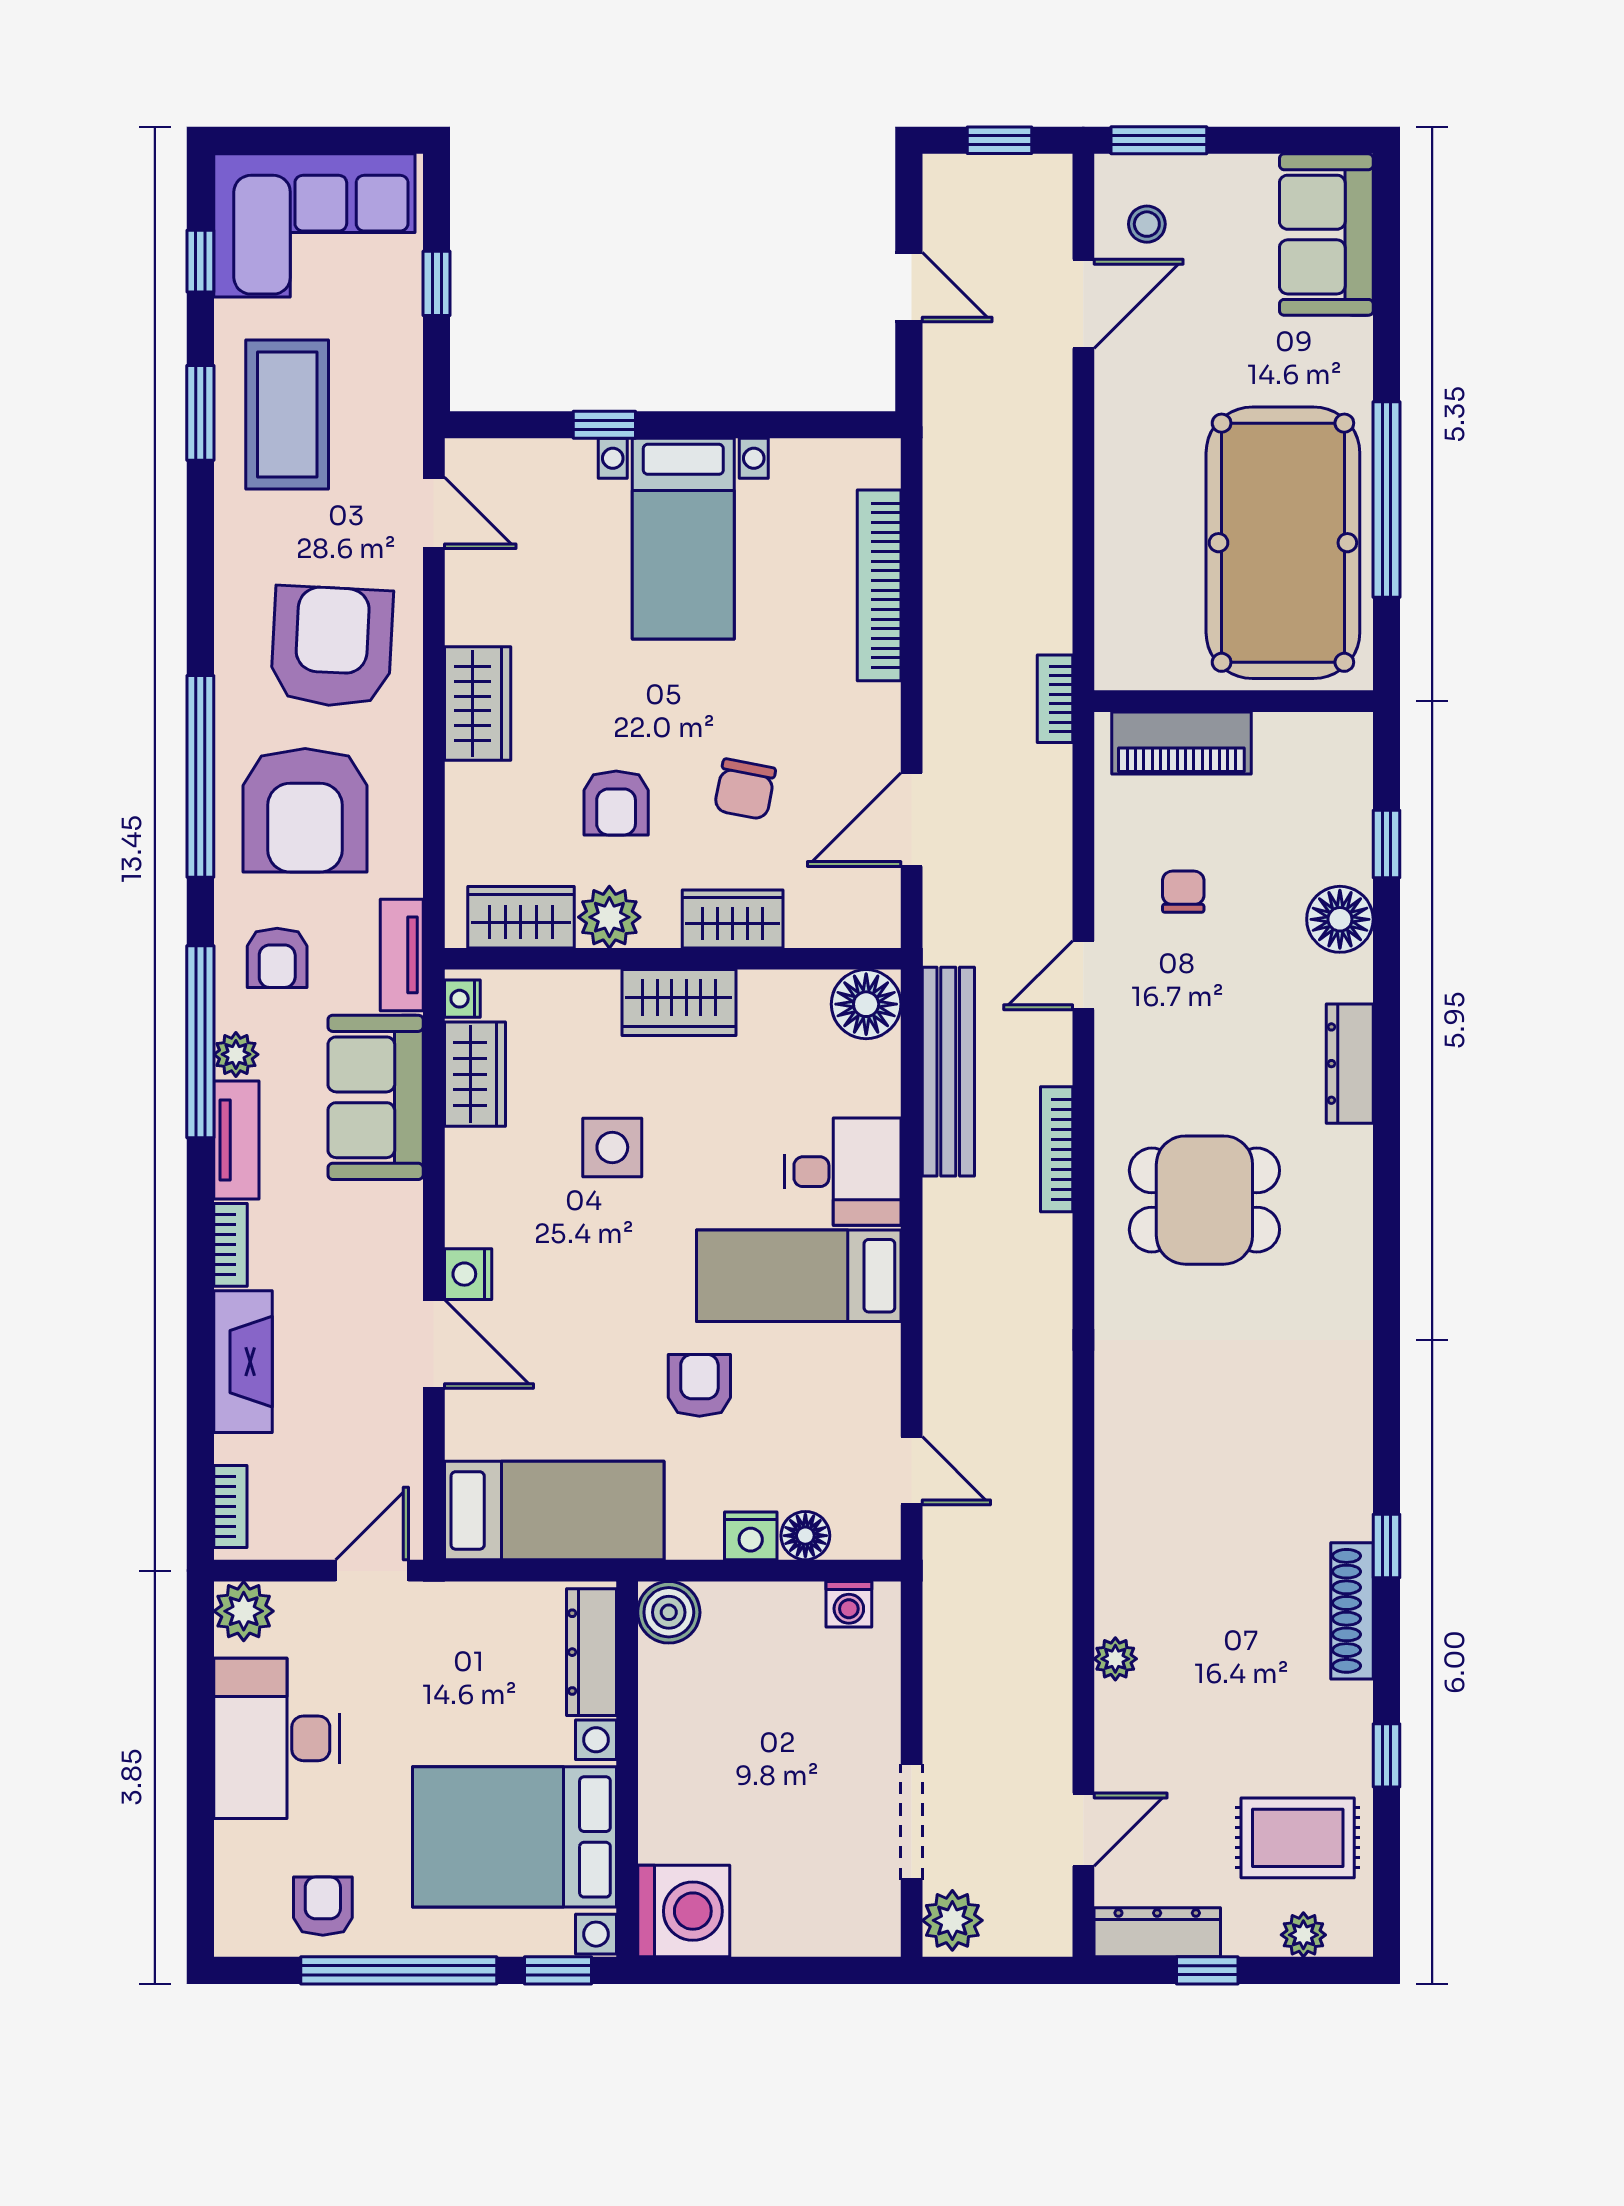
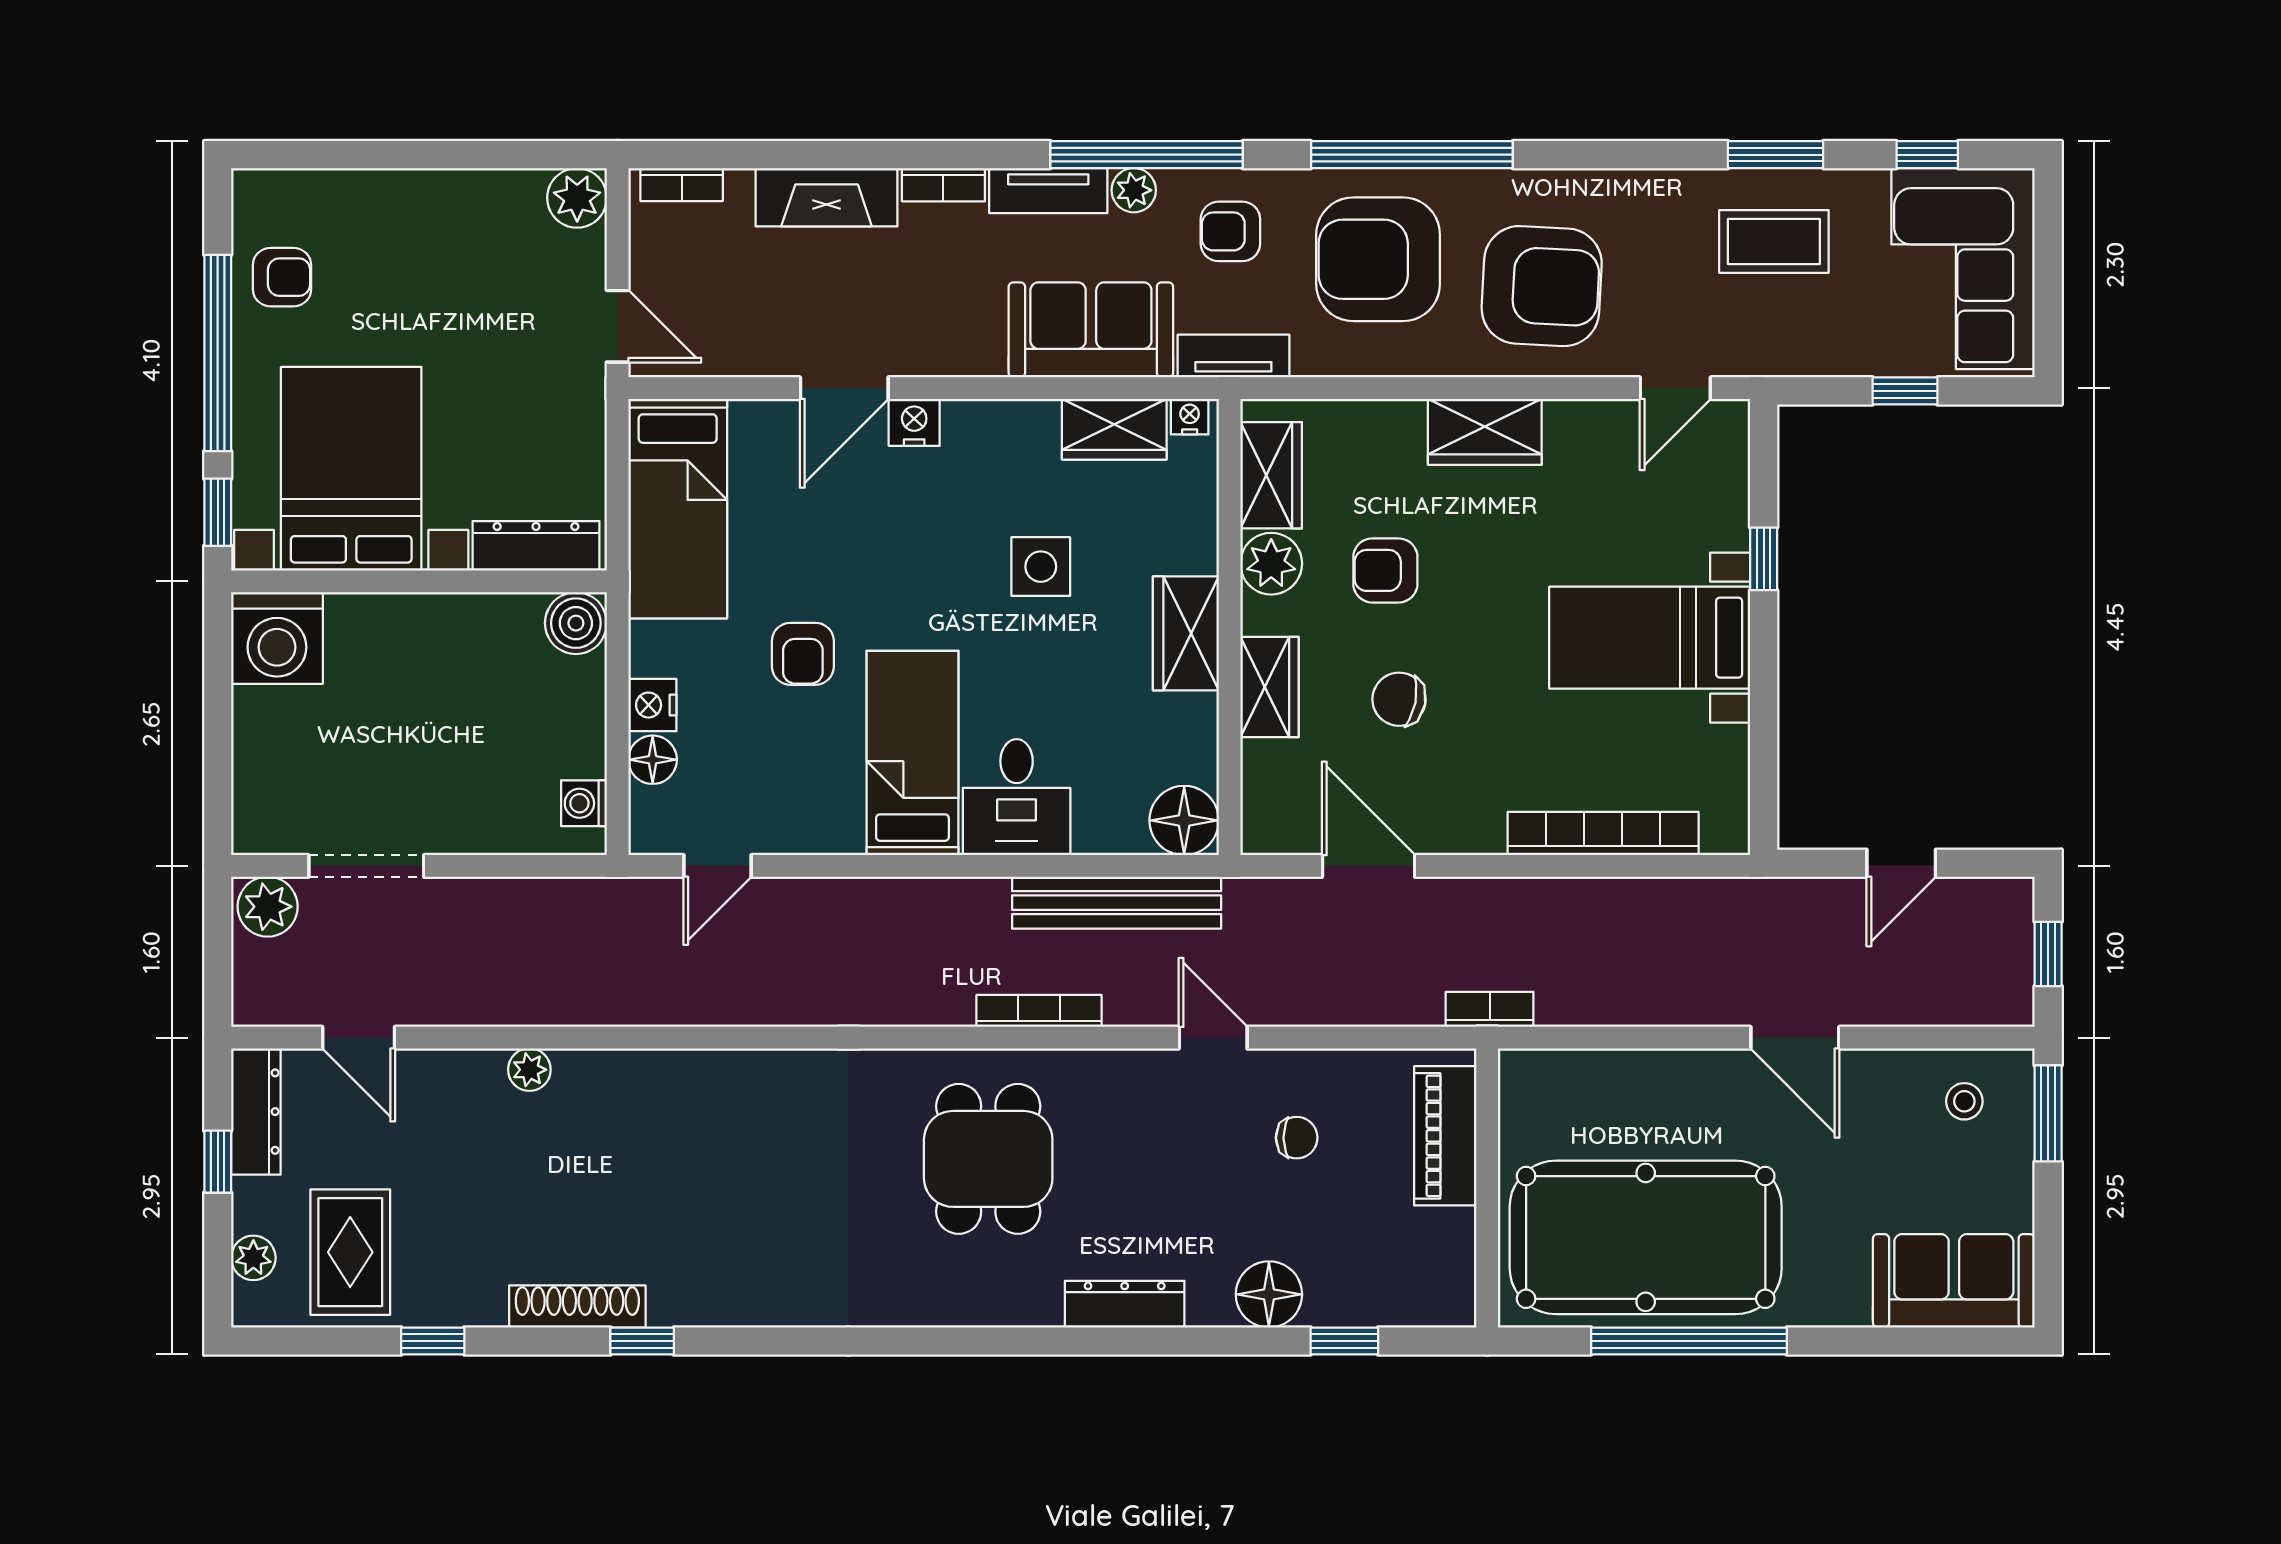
door: (1083, 304) -> (1795, 1038), moved
coffee table: (287, 415) -> (1774, 241), width x0.73, depth x0.76
armchair: (699, 1385) -> (803, 654), turned 90
desk: (277, 1738) -> (450, 231), removed

